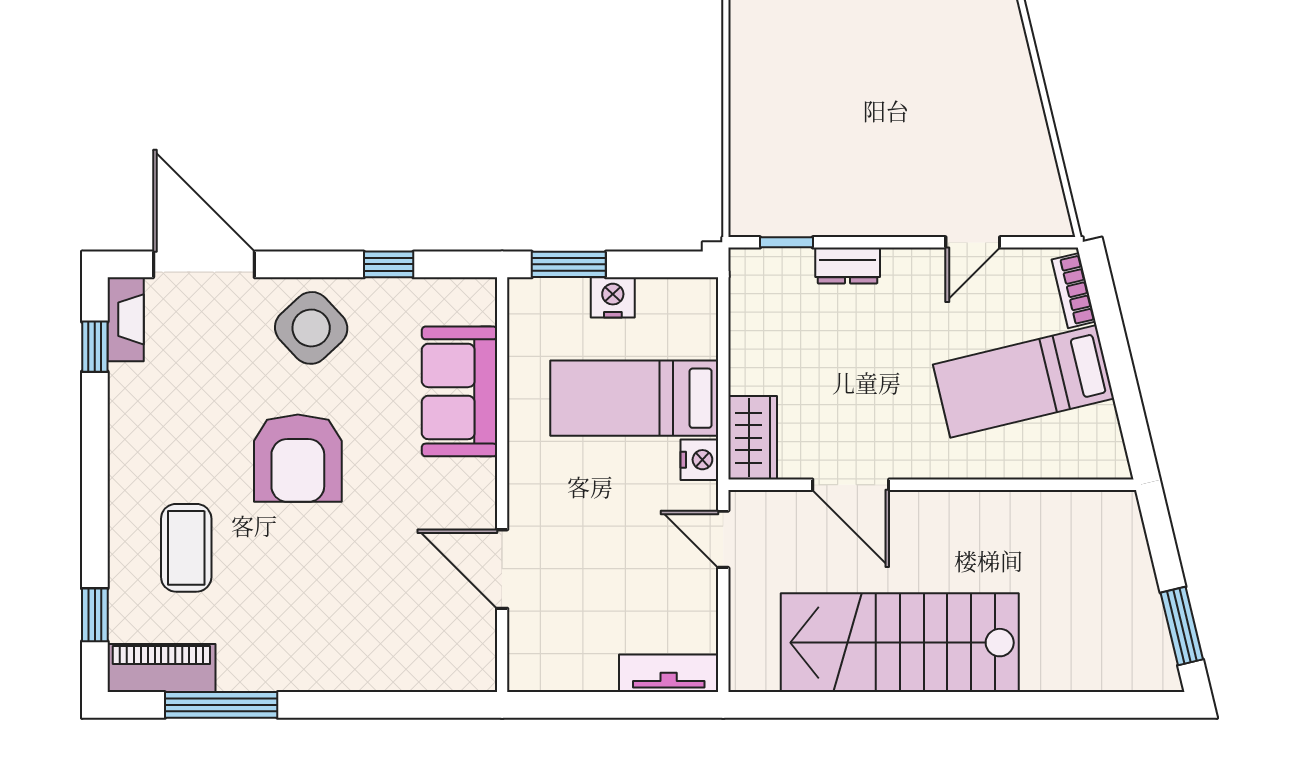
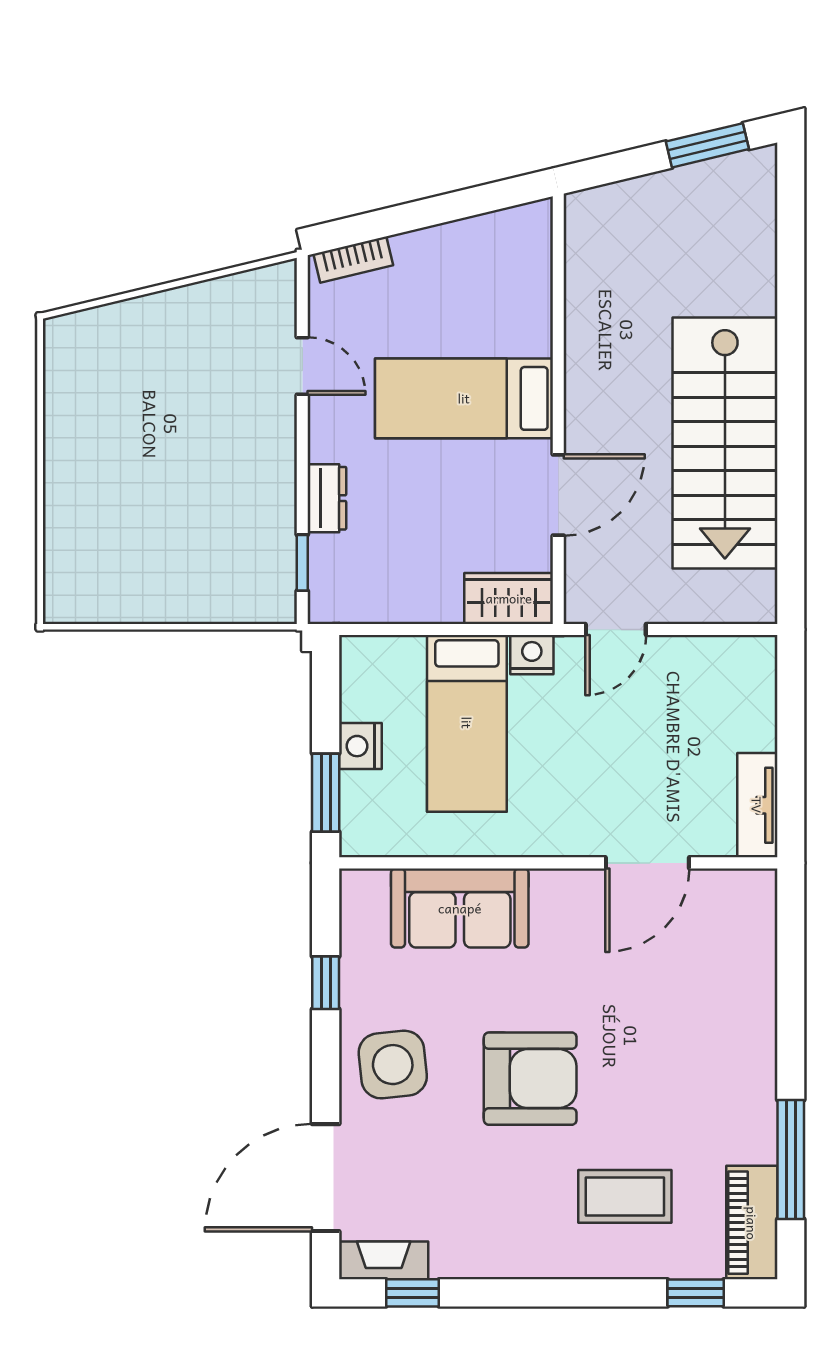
side table: (311, 328) -> (393, 1065), turned 37
bed: (1023, 381) -> (464, 398), moved, turned 103
tv unit: (669, 673) -> (757, 805), moved

